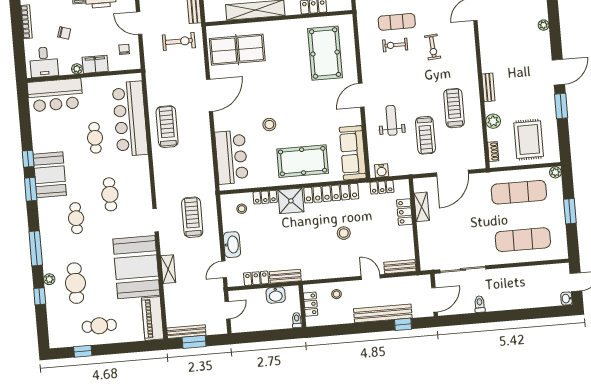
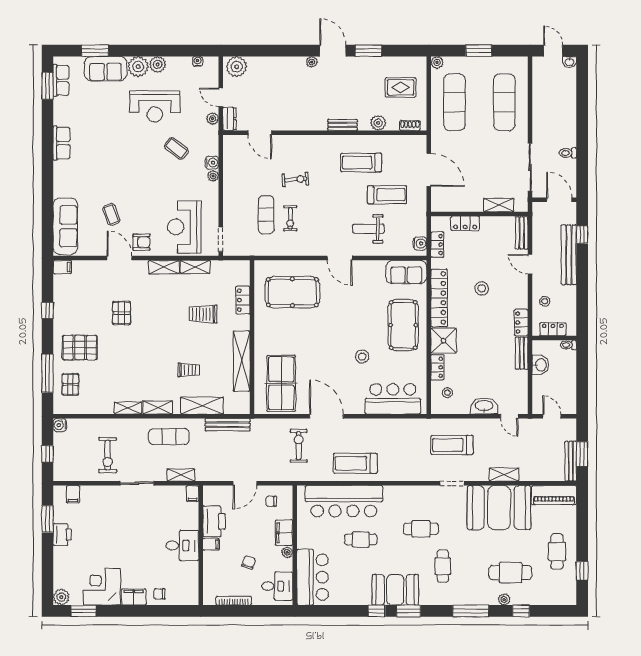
plant: (544, 25) -> (312, 62), moved
exercise bike: (179, 41) -> (299, 446), moved
rug: (529, 140) -> (401, 87), width x0.73, depth x0.70
sofa: (353, 153) -> (406, 272), width x0.73
shelving: (422, 207) -> (499, 205), moved
cafe table: (76, 218) -> (443, 566), turned 90
door: (371, 277) -> (530, 264), hinge flipped
locker: (256, 278) -> (521, 323), moved

